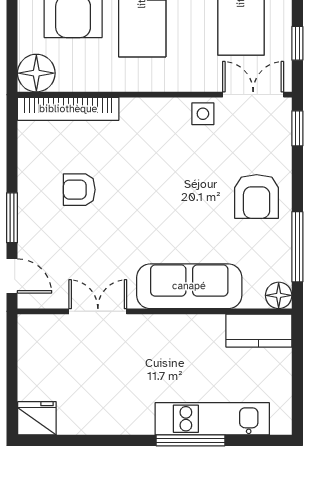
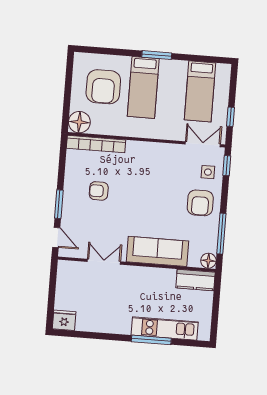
side table: (203, 114) -> (208, 172), moved

